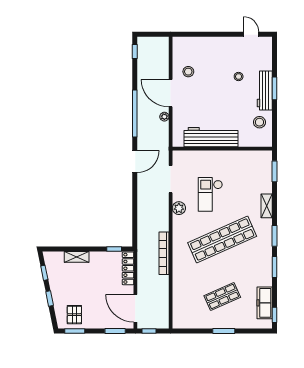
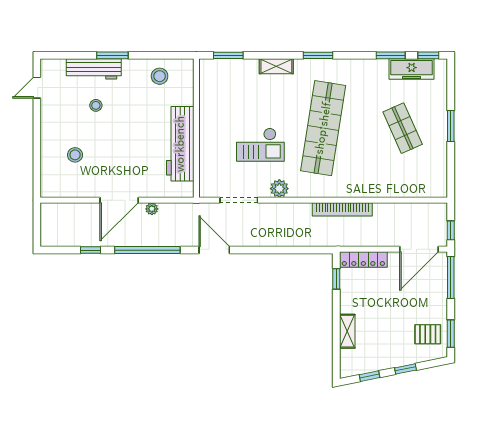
window: (135, 52) -> (91, 250), moved
stool: (188, 72) -> (75, 155), moved
workbench: (265, 90) -> (94, 69), moved
shop shelf: (222, 240) -> (323, 128), turned 33
window: (274, 267) -> (391, 55), moved
window: (115, 331) -> (451, 277), width x1.44

